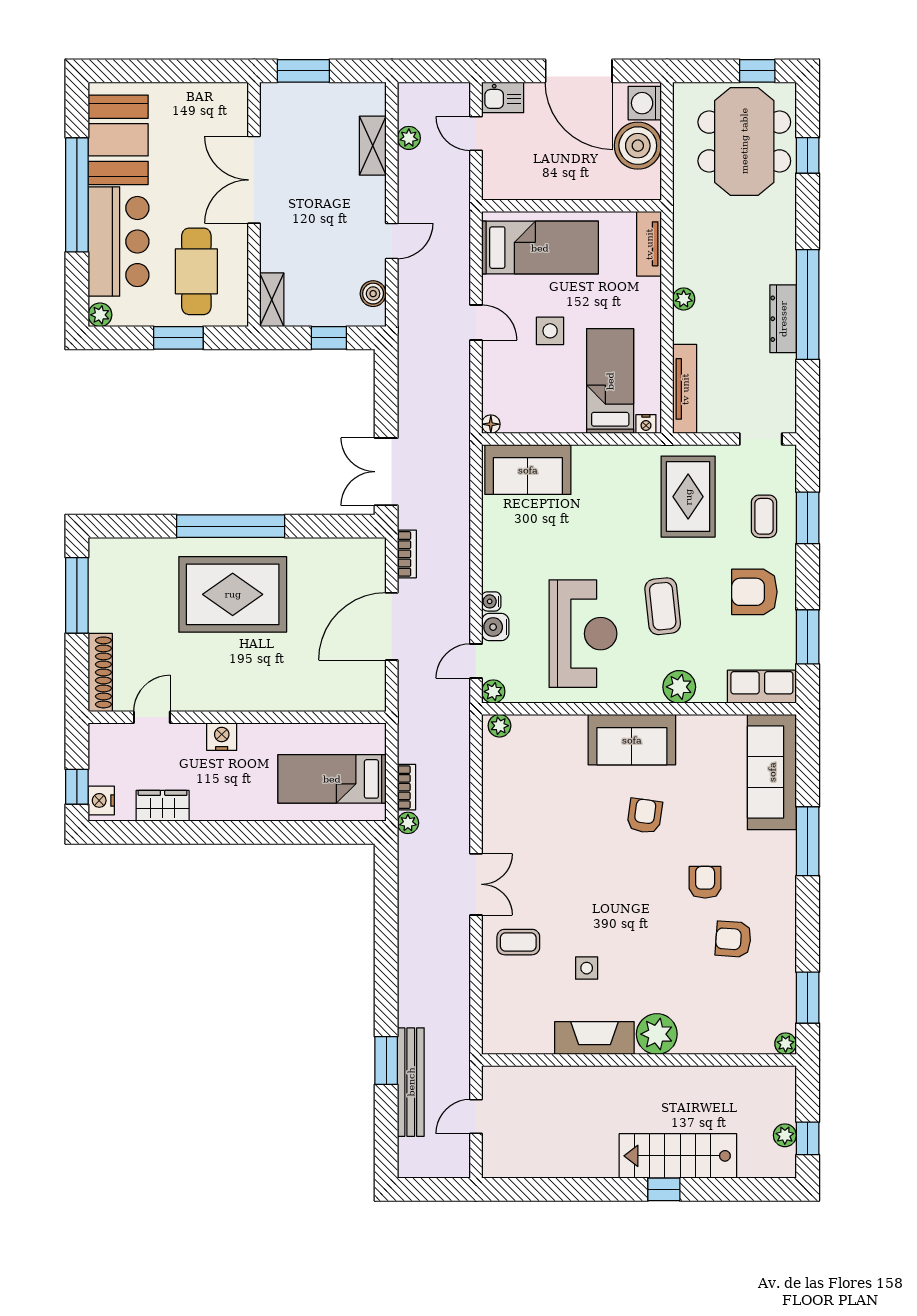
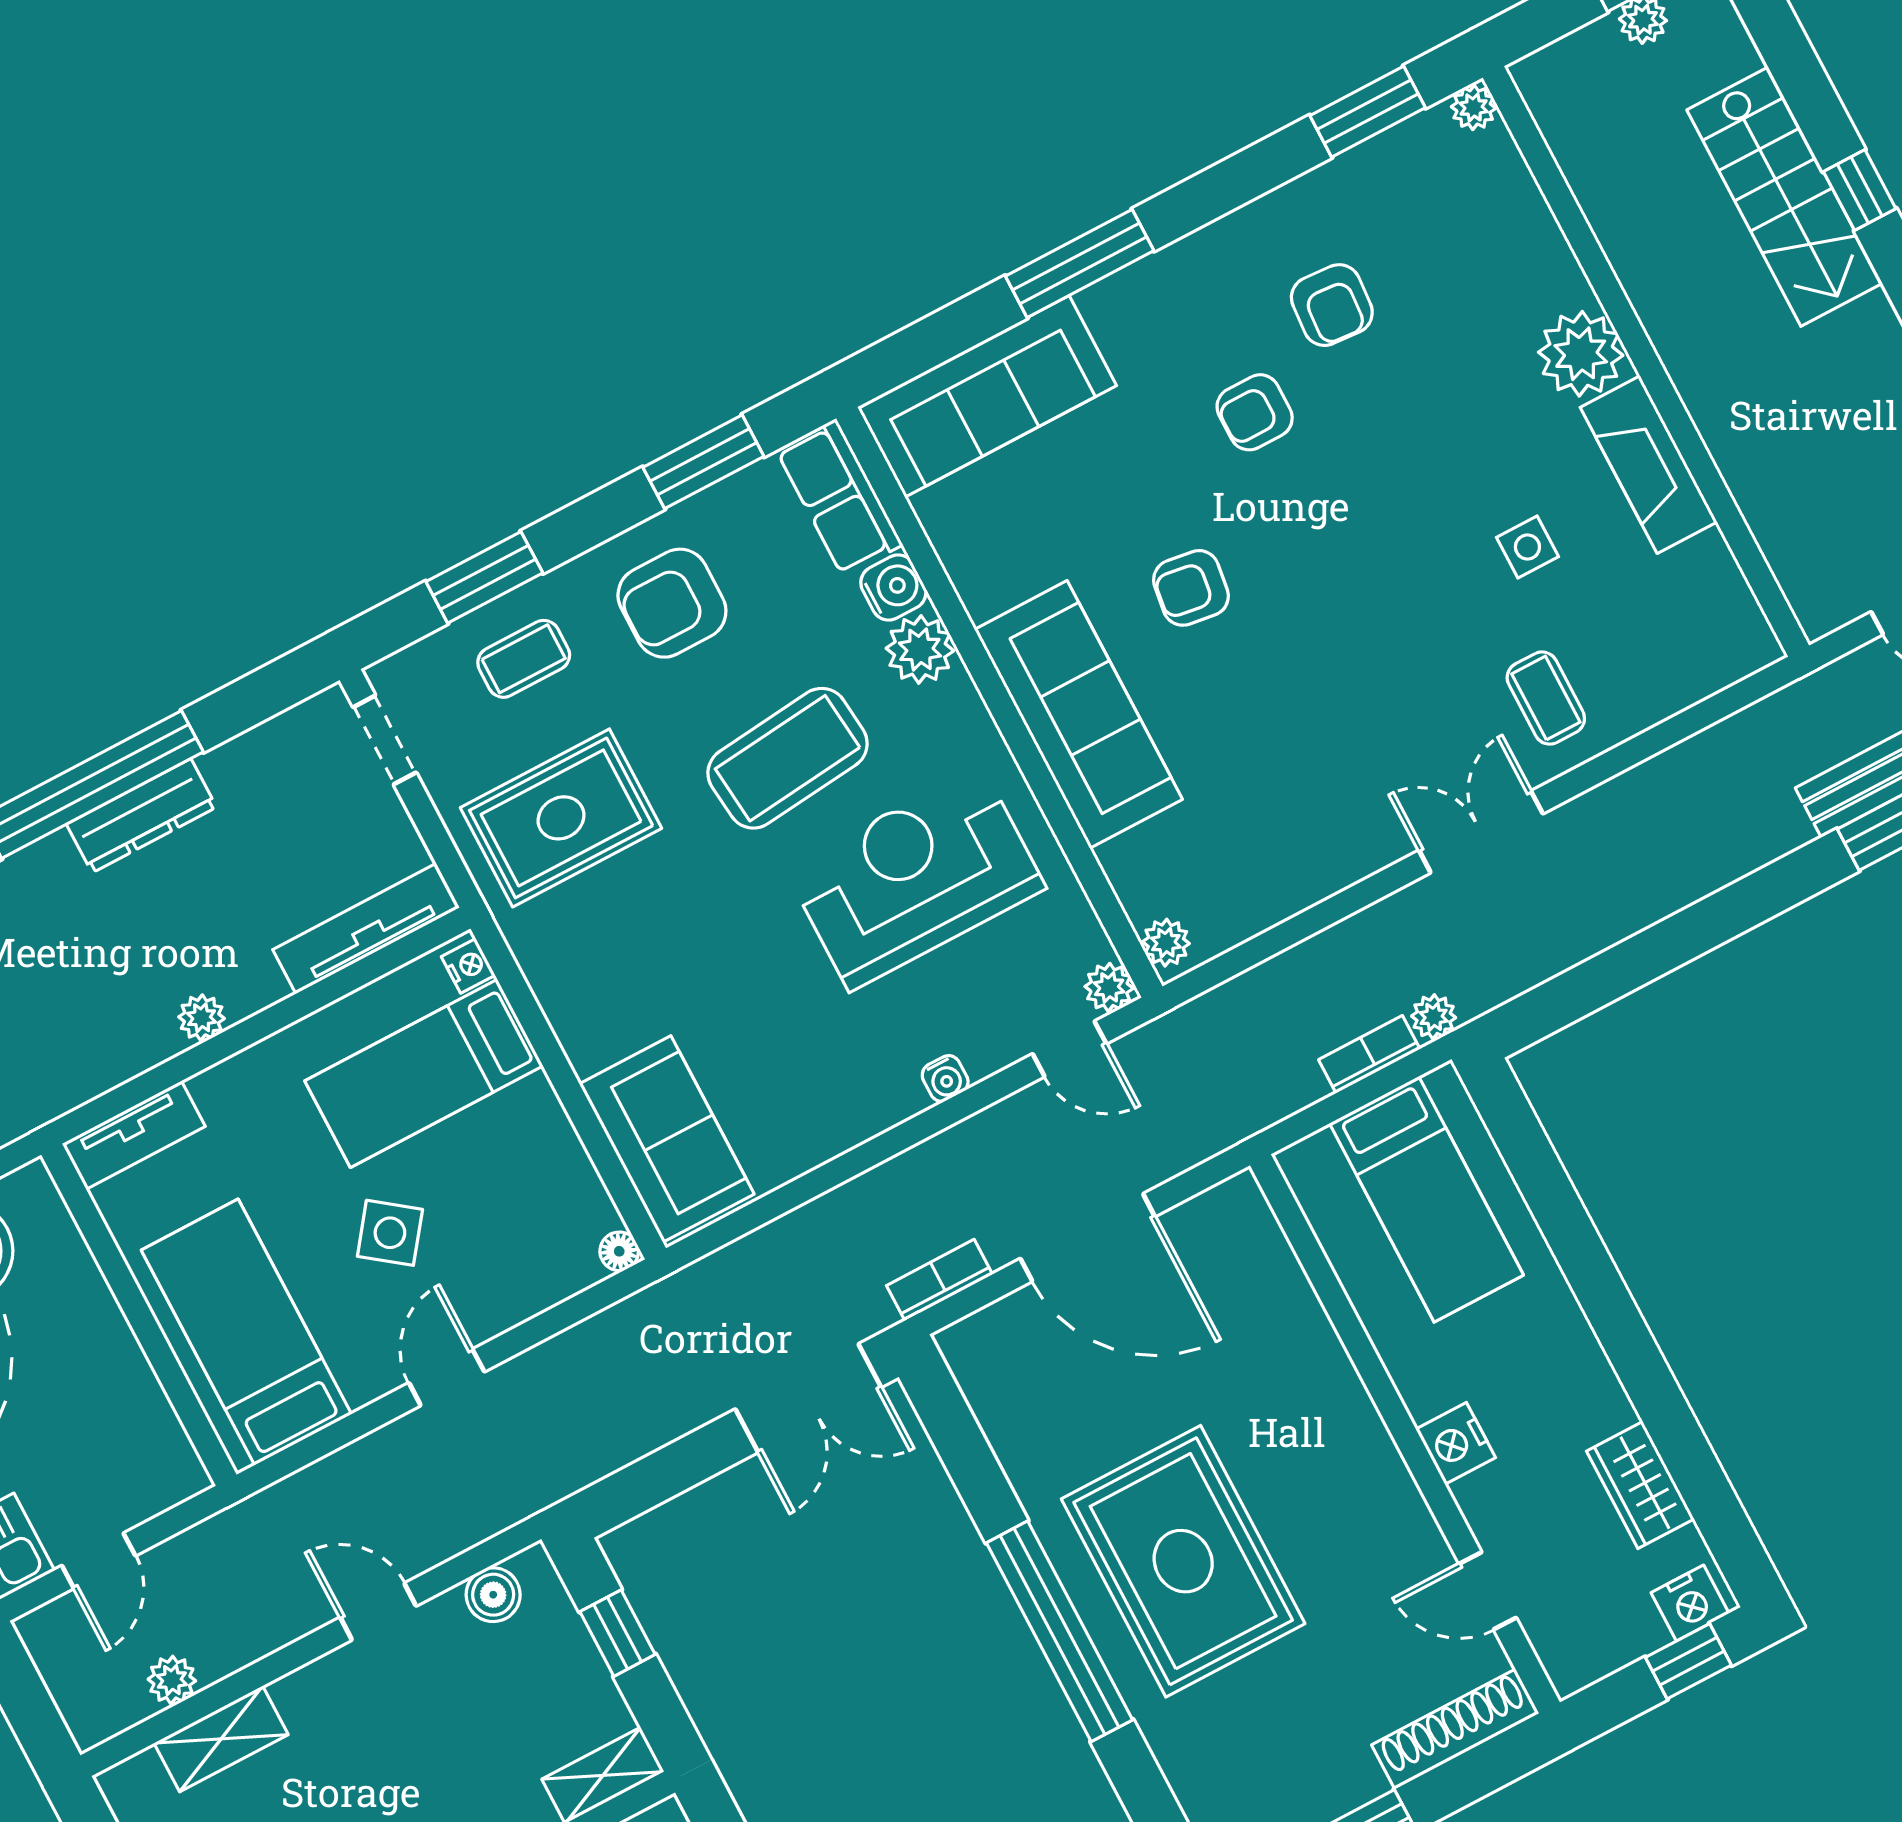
side table: (550, 331) -> (390, 1233), turned 37
armchair: (754, 592) -> (672, 603), turned 90
coffee table: (663, 606) -> (788, 758), width x1.36, depth x1.32
water cooler: (495, 627) -> (893, 588), moved, turned -90
sofa: (632, 740) -> (1078, 714), width x1.36

